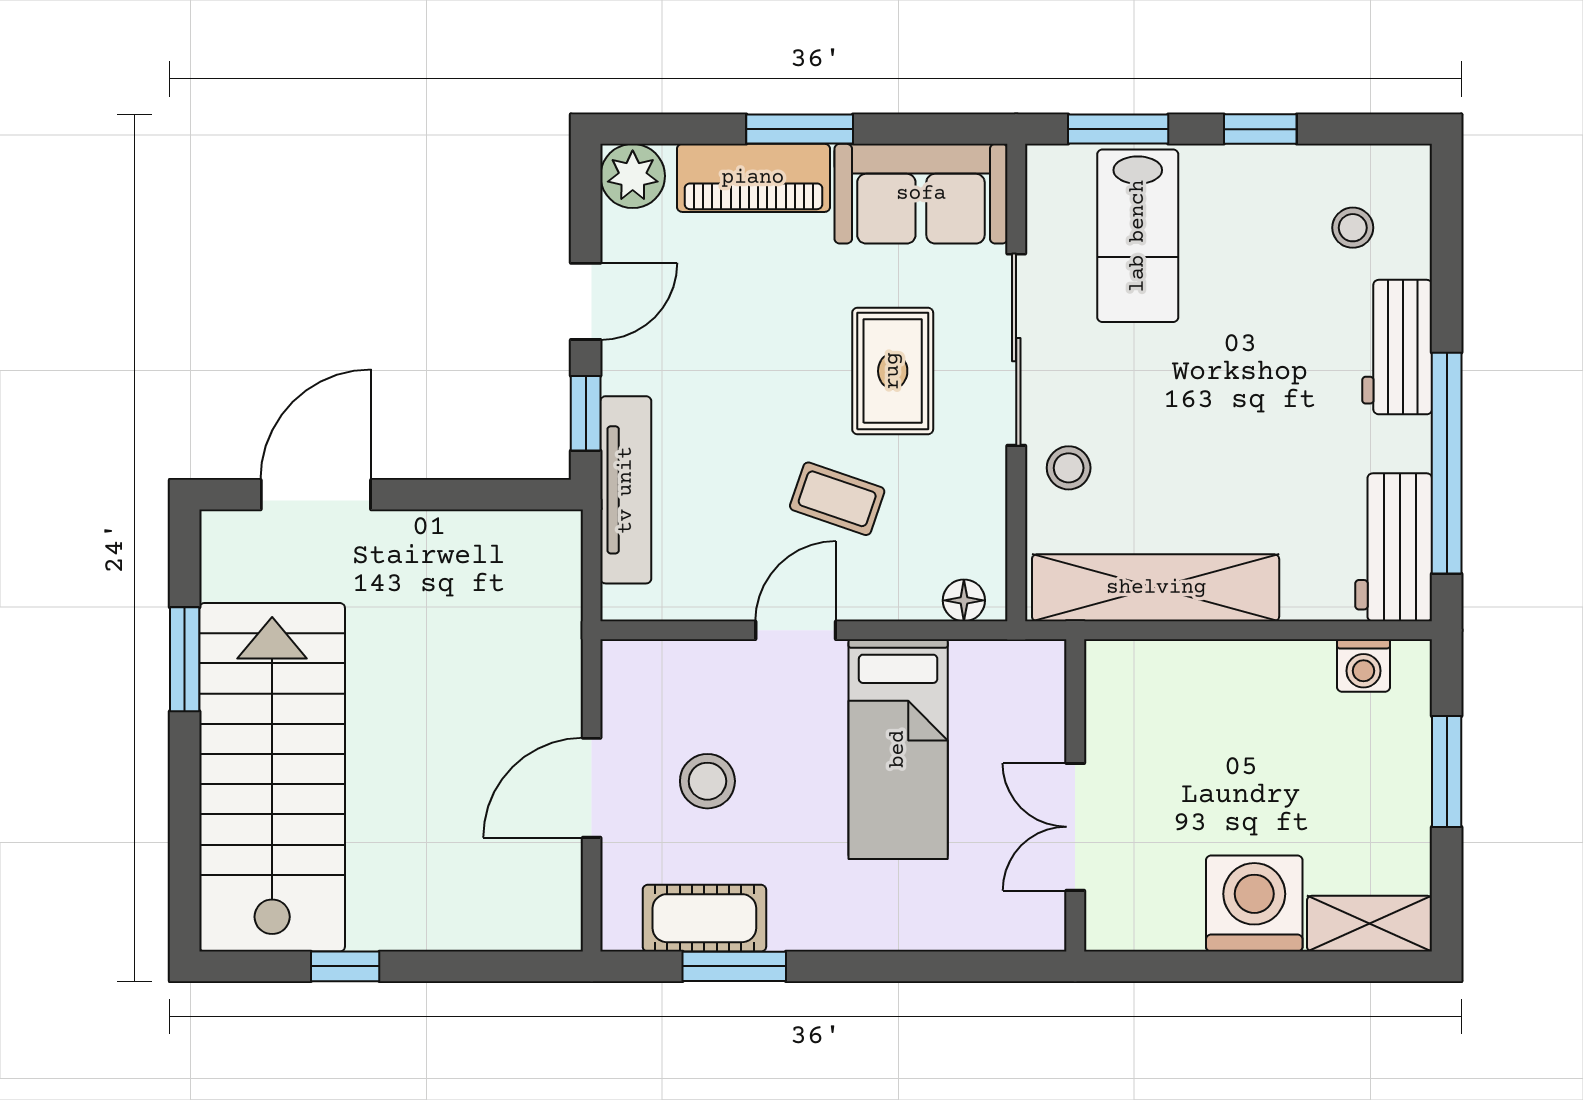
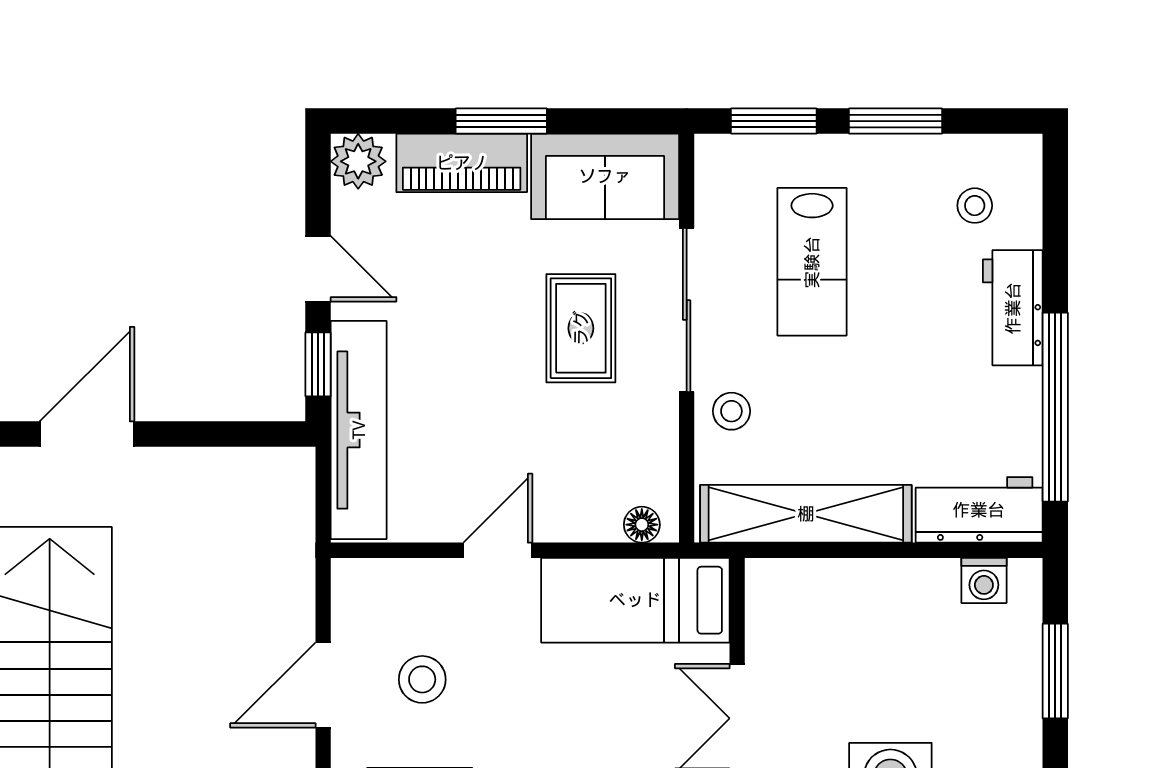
window: (1260, 129) -> (895, 121), width x1.50
lab bench: (1138, 236) -> (812, 262), moved
door: (586, 301) -> (318, 269), hinge flipped
tv unit: (626, 490) -> (359, 430), width x1.36, depth x1.29
coffee table: (837, 499) -> (533, 438), removed
workbench: (1394, 547) -> (979, 510), moved, turned 90
bed: (898, 749) -> (635, 600), moved, turned 90

